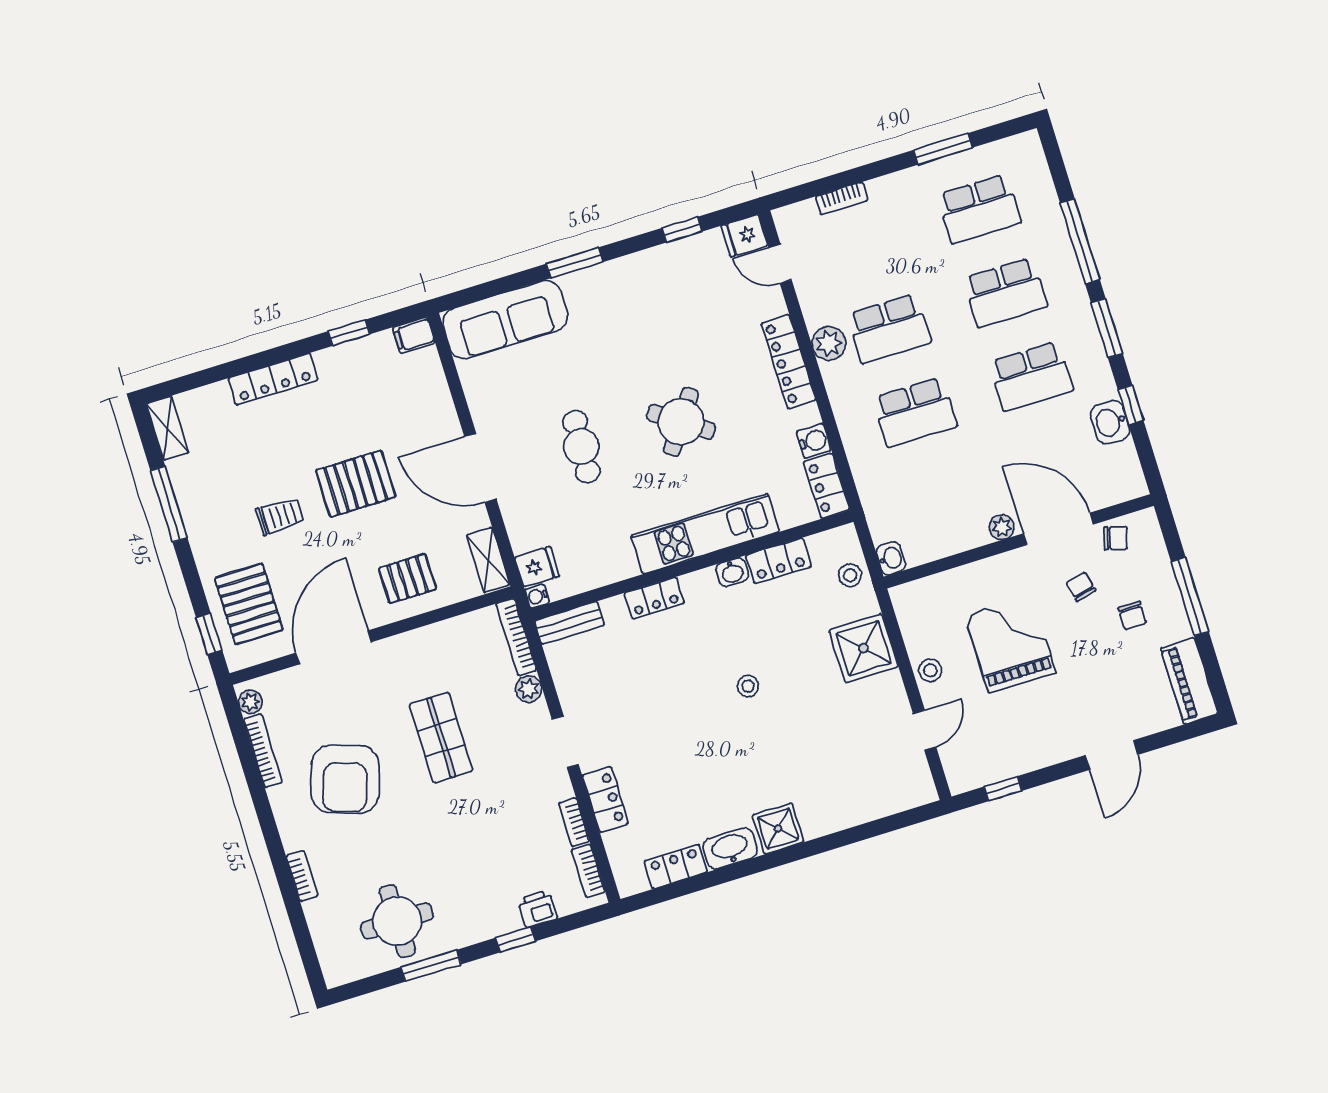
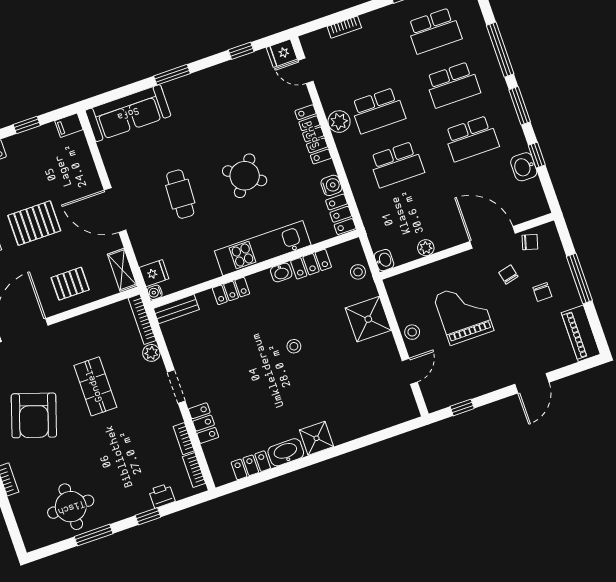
plant: (1002, 527) -> (426, 248), moved

